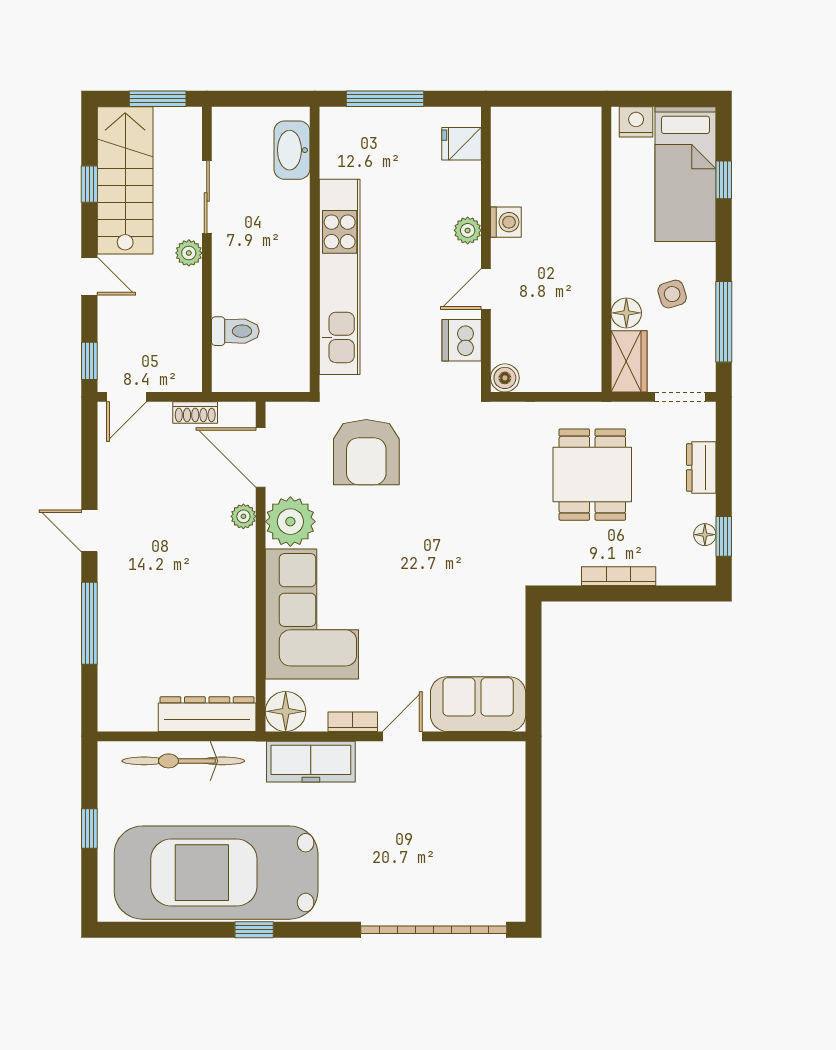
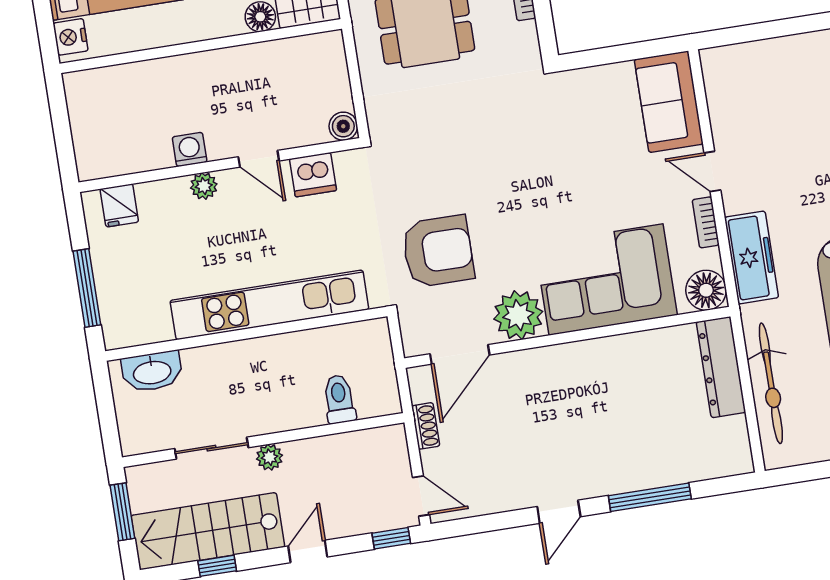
plant: (243, 516) -> (520, 362), removed

